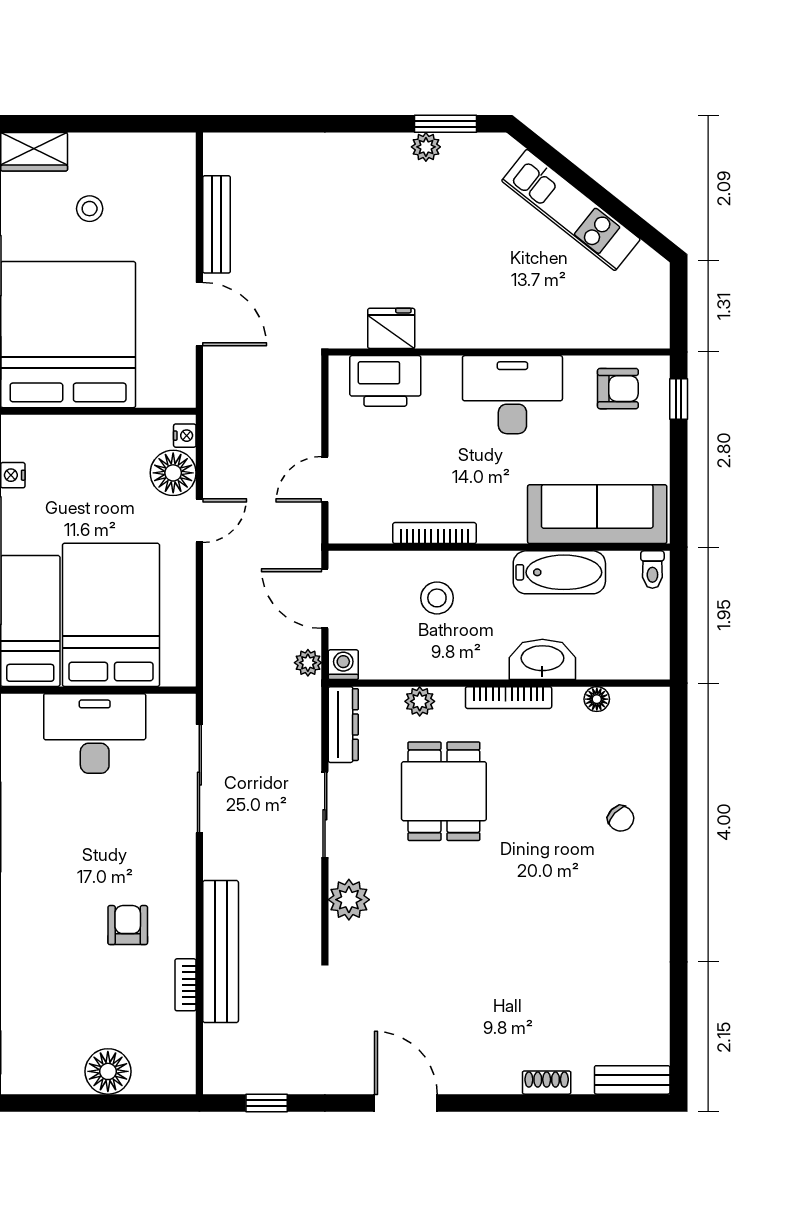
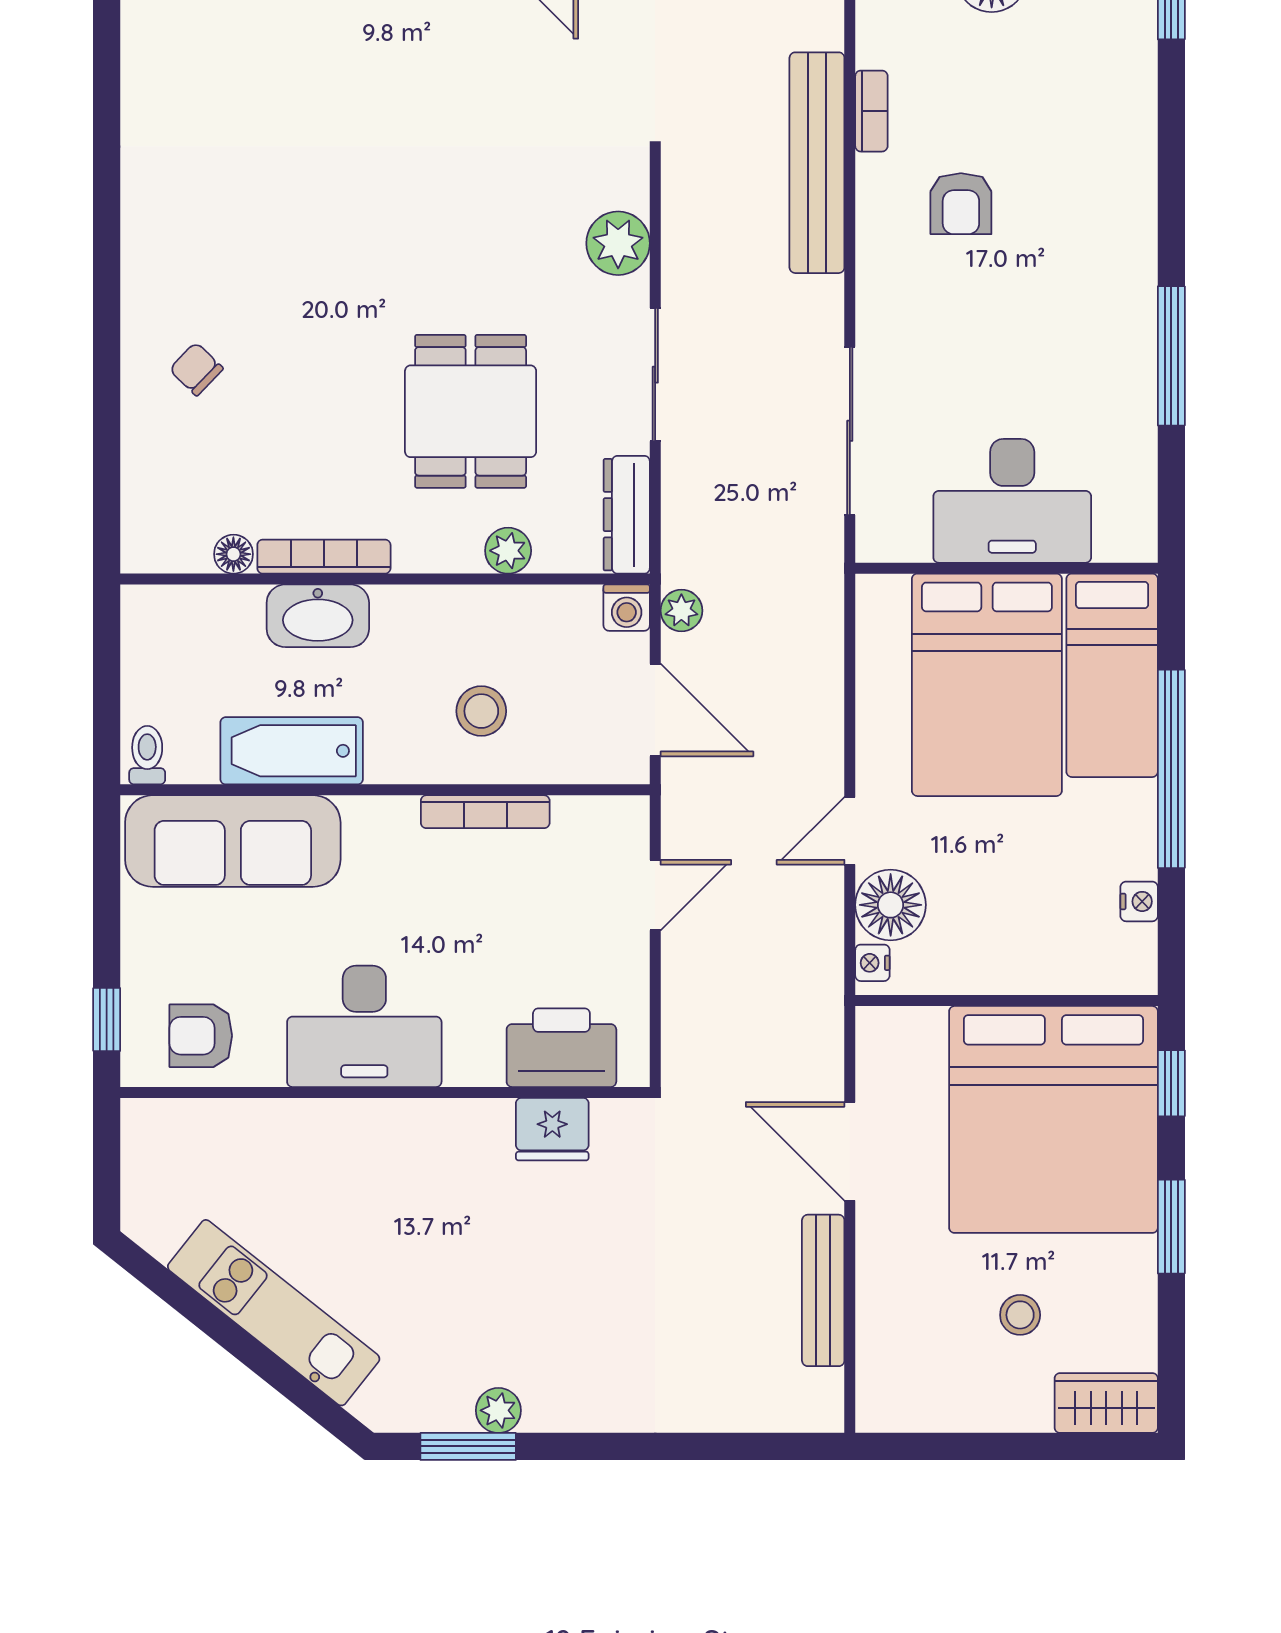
bookcase: (509, 698) -> (324, 557), moved

